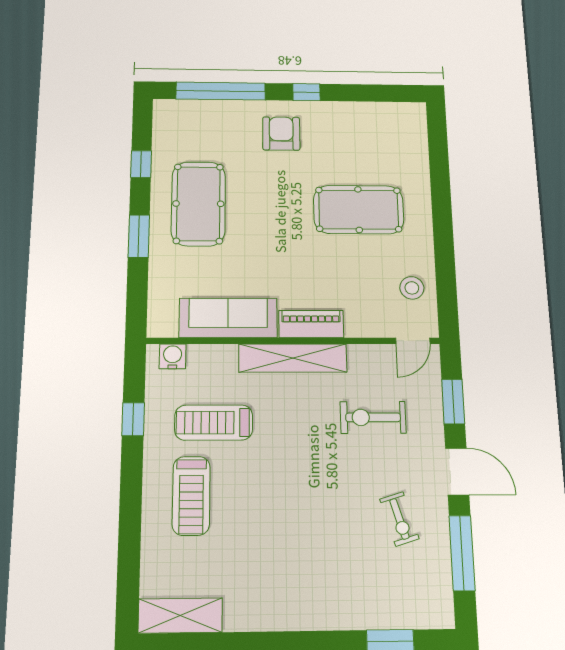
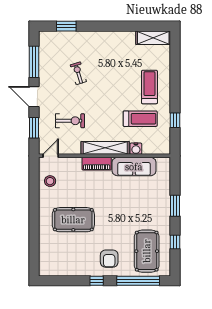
pool table: (198, 204) -> (147, 251), moved
water cooler: (173, 356) -> (136, 149), moved
exercise bike: (399, 519) -> (78, 73), moved

